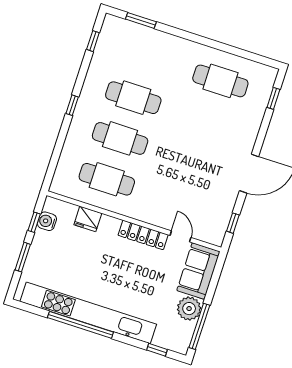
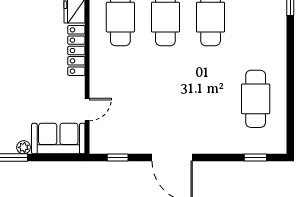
locker: (143, 235) -> (76, 50), moved
plant: (189, 309) -> (24, 147), width x0.53, depth x0.53

